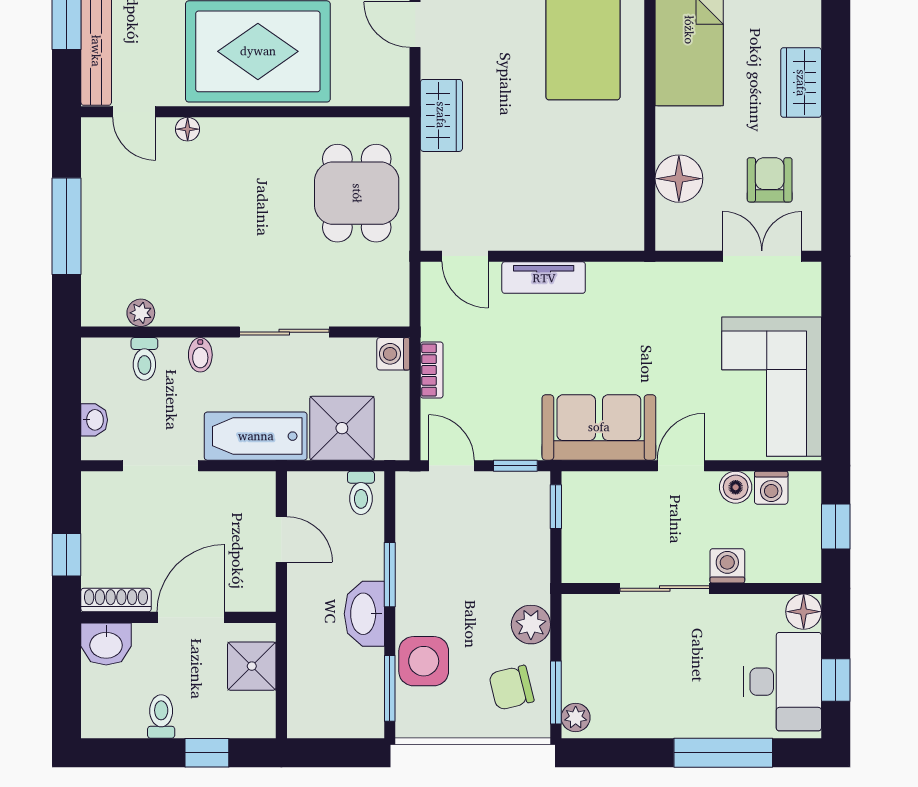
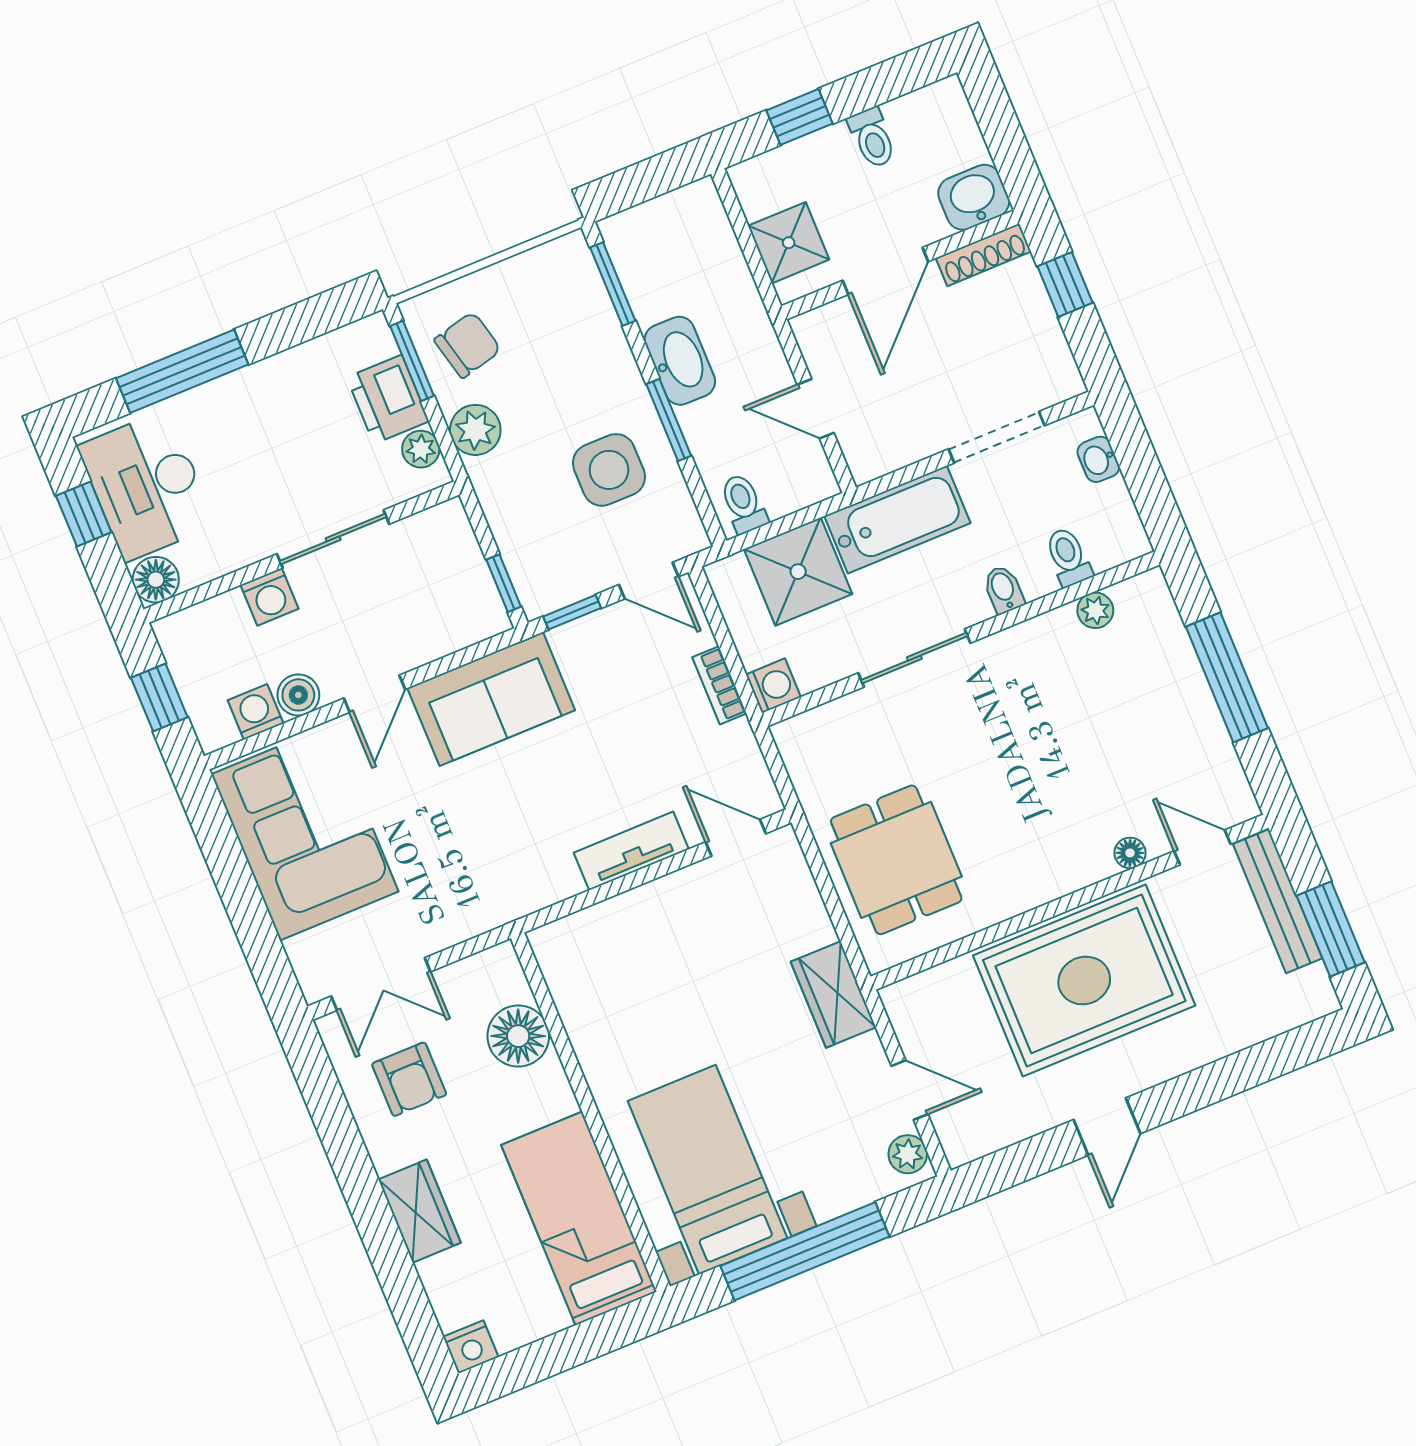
side table: (424, 661) -> (609, 470), moved
printer: (584, 672) -> (388, 399), added
plant: (576, 717) -> (421, 449), moved

